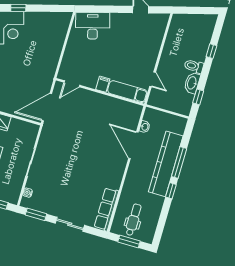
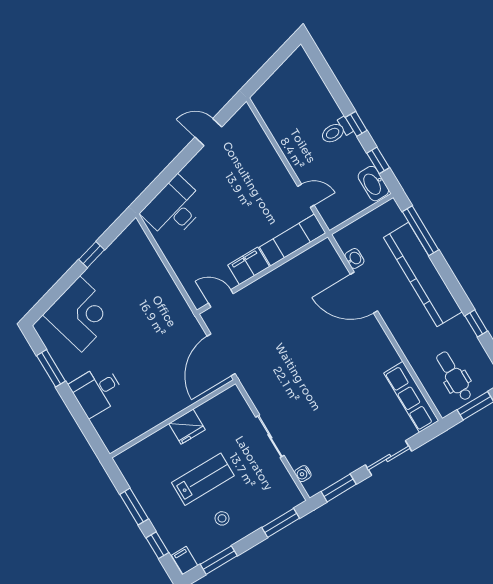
window: (18, 8) -> (92, 255), moved
window: (211, 51) -> (356, 124), moved
washbasin: (192, 83) -> (373, 184), moved
door: (72, 84) -> (221, 298), swing flipped
filing cabinet: (103, 84) -> (249, 266), width x2.00
window: (179, 163) -> (420, 231), moved
window: (171, 191) -> (476, 323), moved

